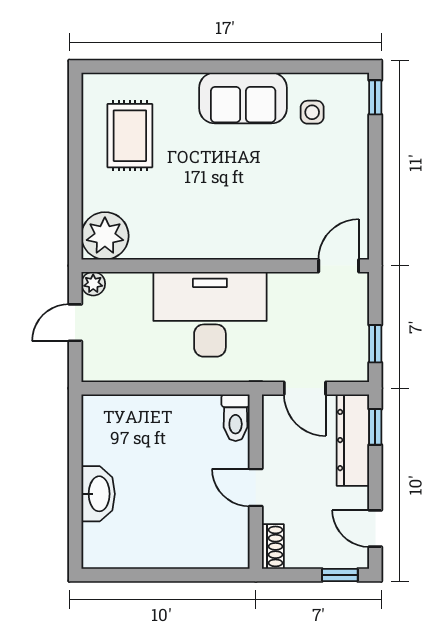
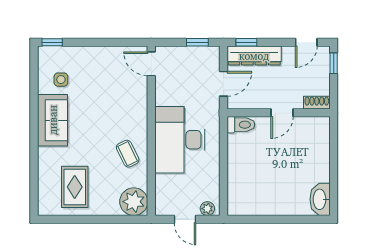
rug: (130, 136) -> (75, 187), turned 90
coffee table: (186, 225) -> (128, 154), added
plant: (93, 284) -> (207, 209), moved
washbasin: (98, 494) -> (320, 199), moved, turned -90

